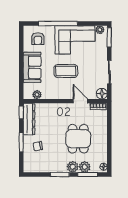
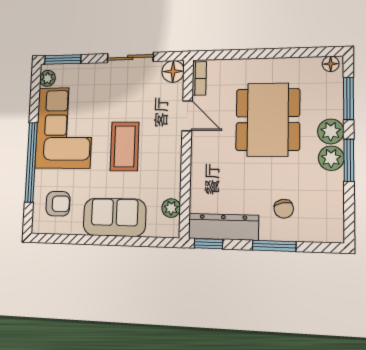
door: (80, 101) -> (187, 116), swing flipped
dining table: (78, 139) -> (268, 120), width x1.38
plant: (85, 167) -> (331, 158), moved

